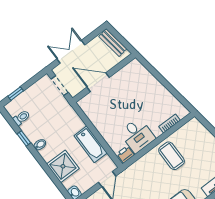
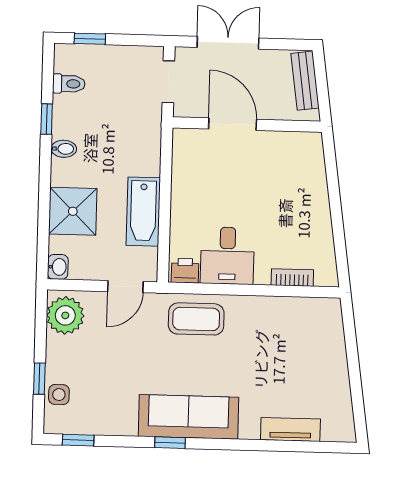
coffee table: (172, 156) -> (196, 319), moved, turned 90

